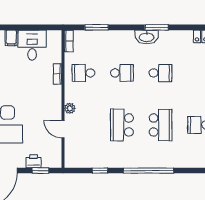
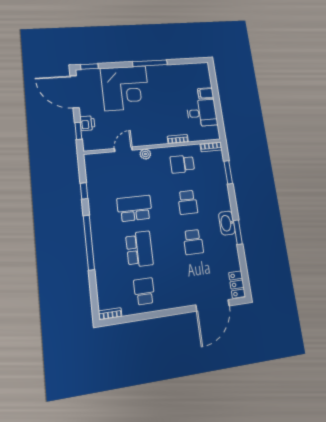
school desk: (83, 73) -> (182, 164), turned -90
school desk: (161, 125) -> (139, 249), turned -90

